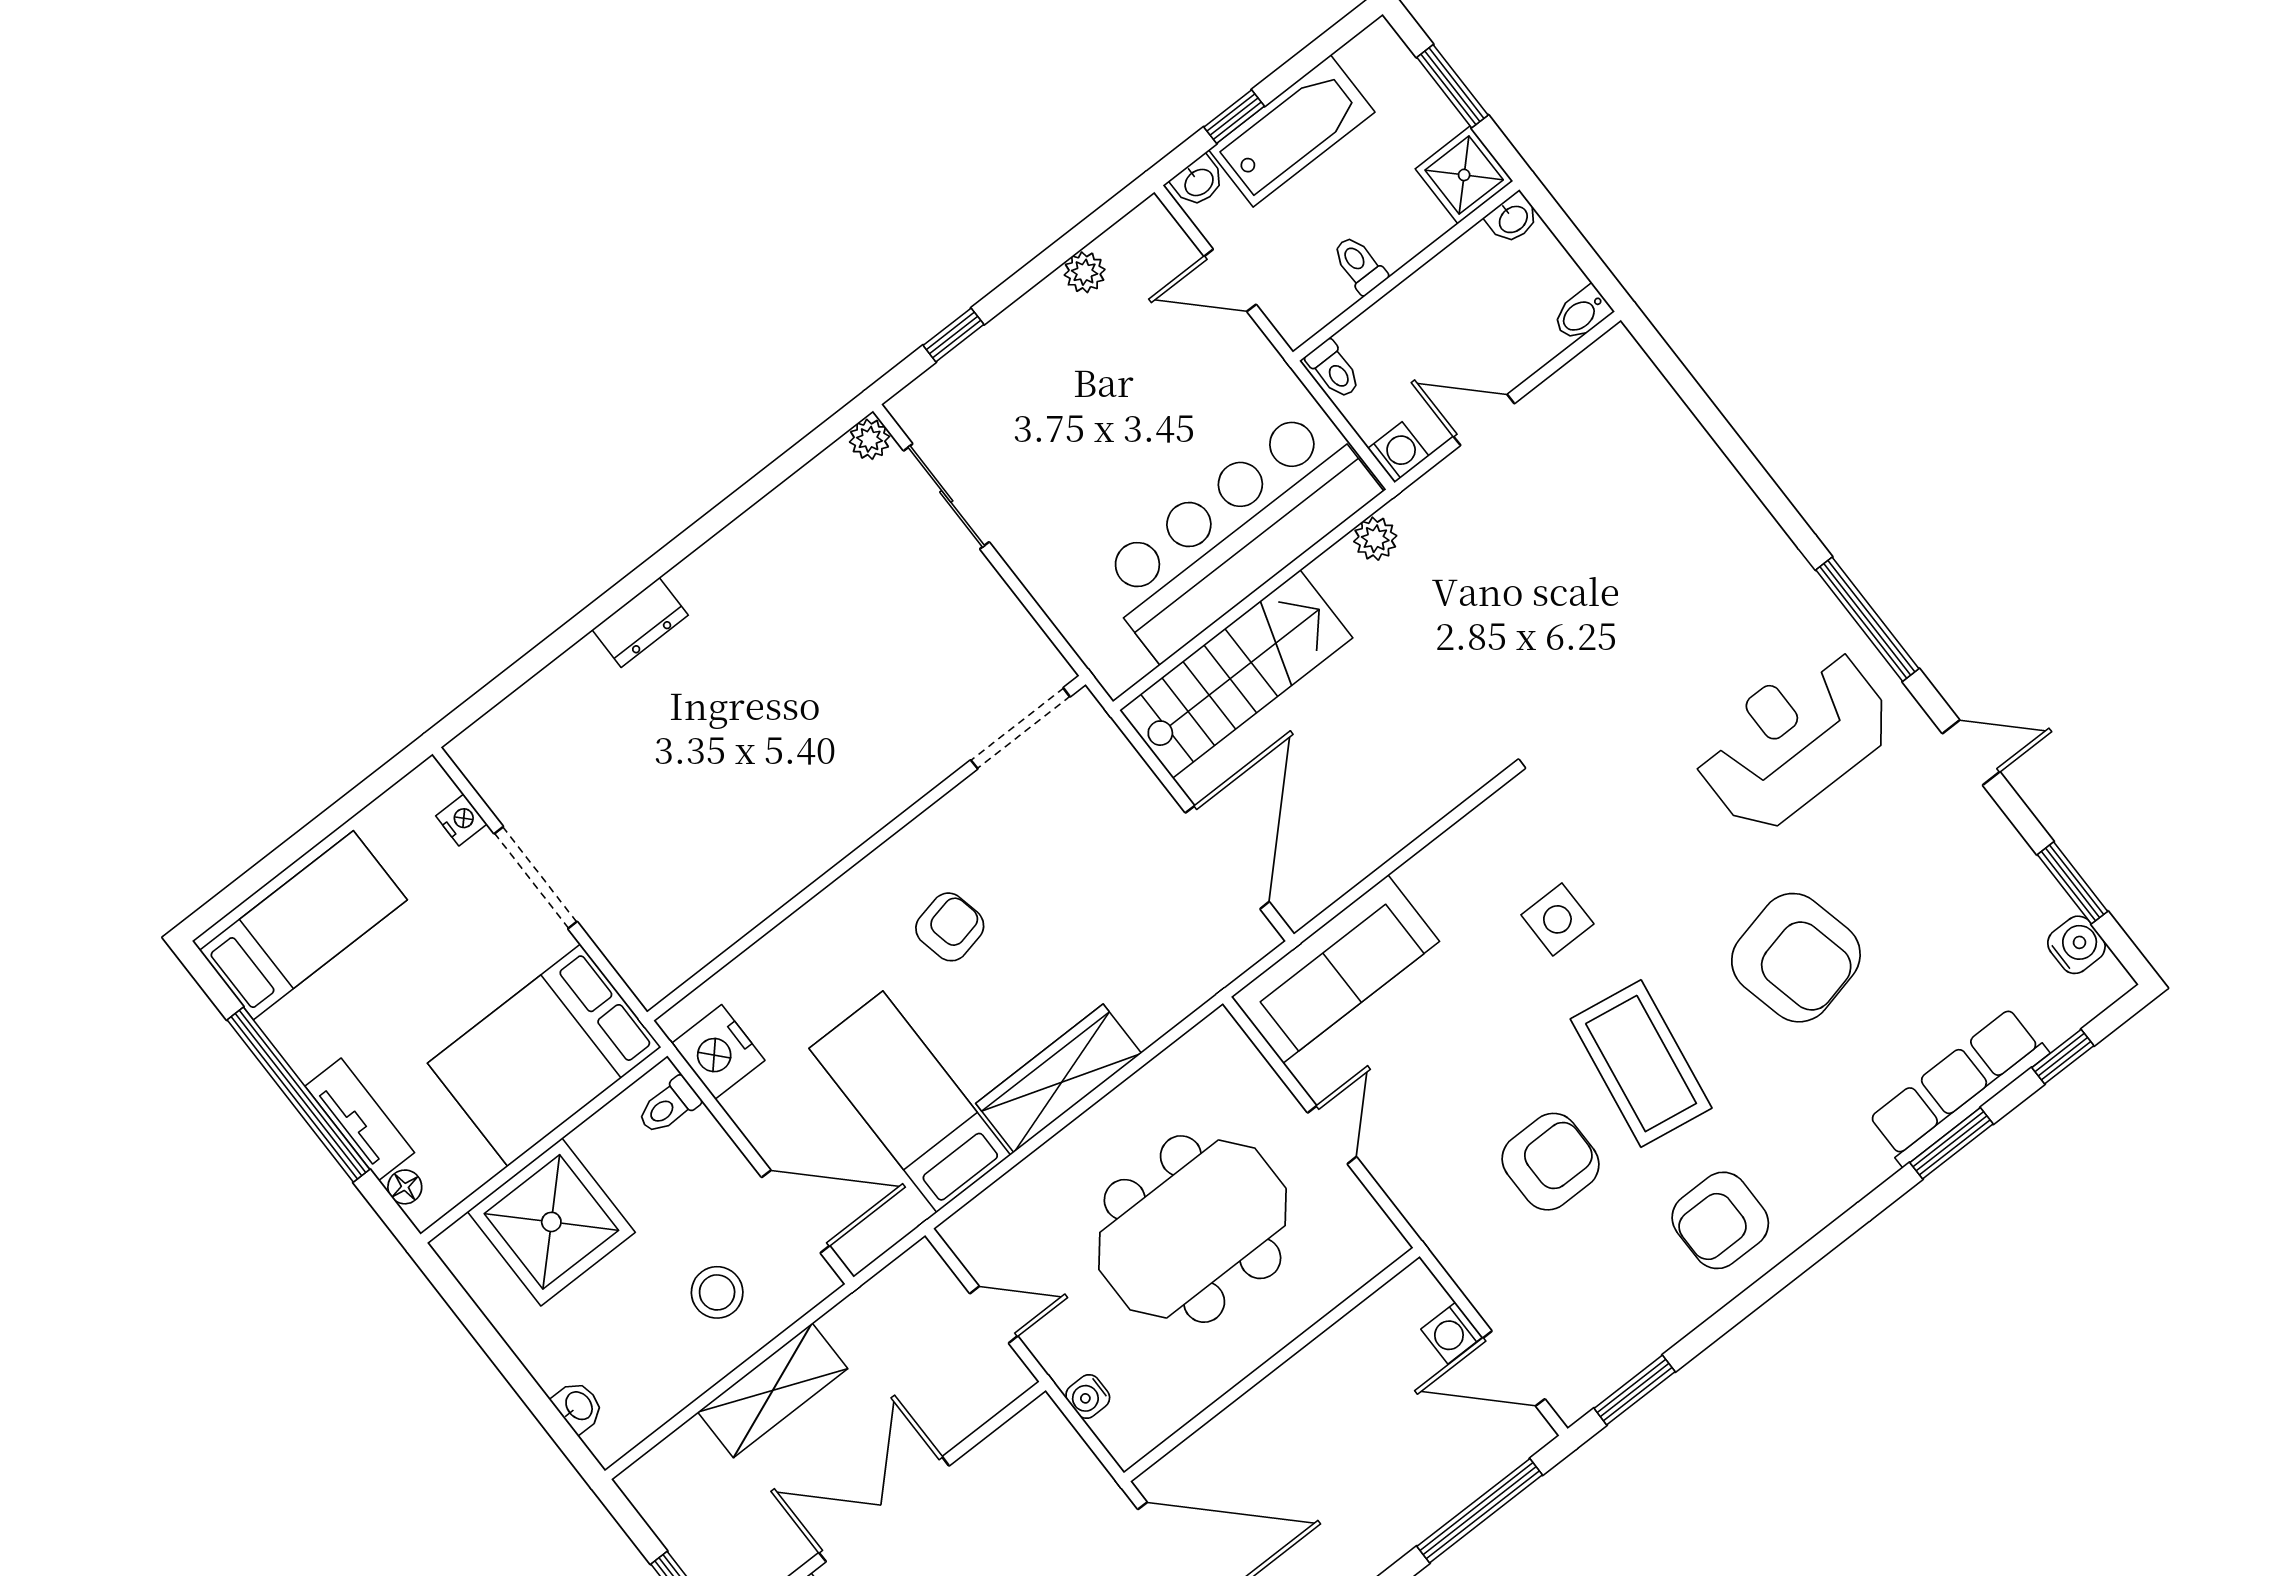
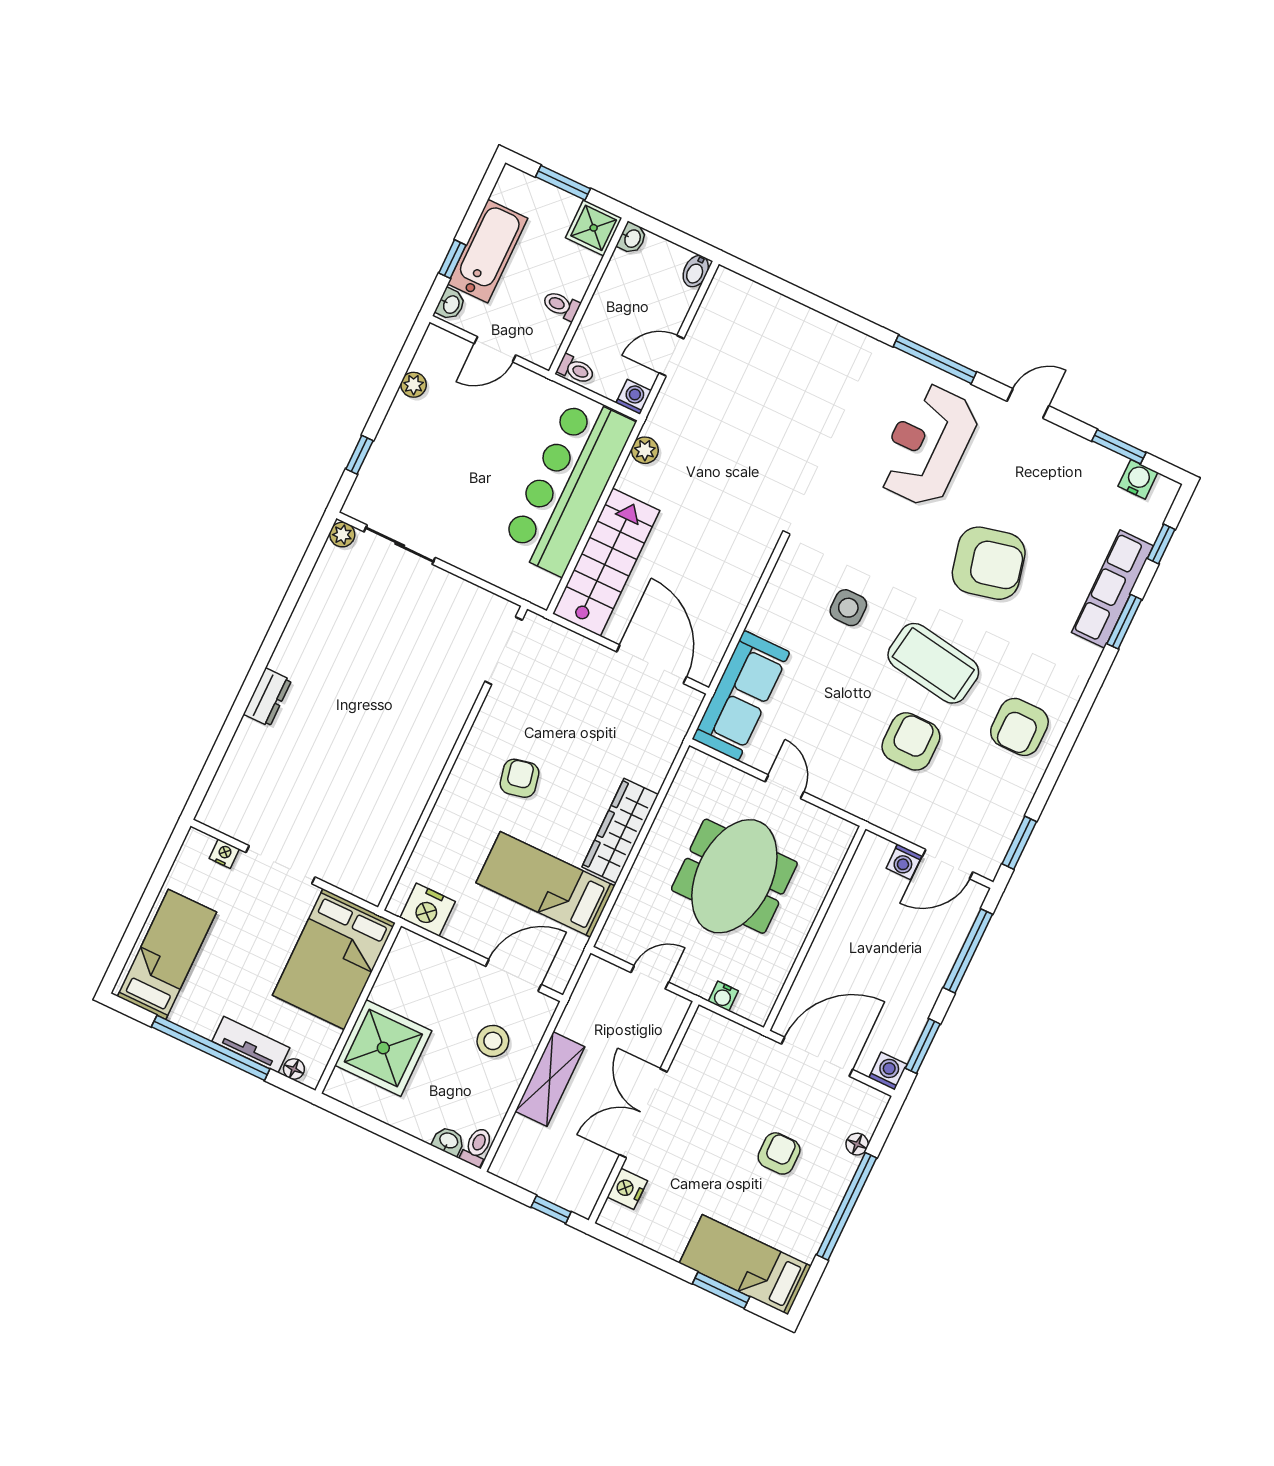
toilet: (669, 1106) -> (477, 1147), moved, turned 180

